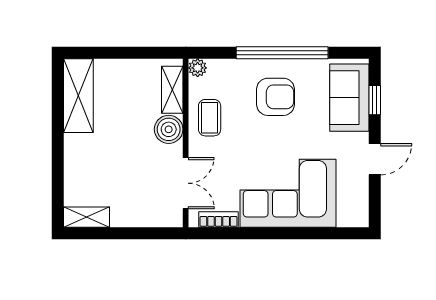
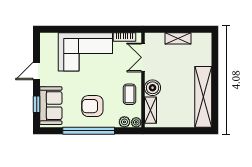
plant: (219, 69) -> (124, 122), added
shelving: (78, 96) -> (203, 97), width x1.47
shelving: (86, 217) -> (178, 38), moved

